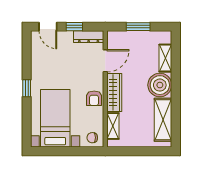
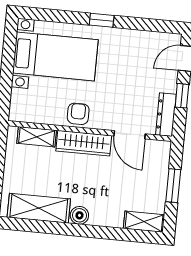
shelving: (165, 58) -> (144, 222), moved
boiler: (160, 85) -> (79, 215), width x0.54, depth x0.54
armchair: (94, 98) -> (78, 114), turned 90
chair: (92, 138) -> (23, 106), removed

